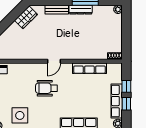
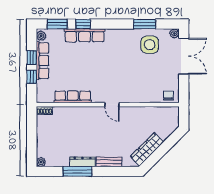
wardrobe: (26, 17) -> (147, 149), width x1.50
door: (54, 61) -> (112, 105), swing flipped
wheelchair: (47, 88) -> (120, 75), removed

